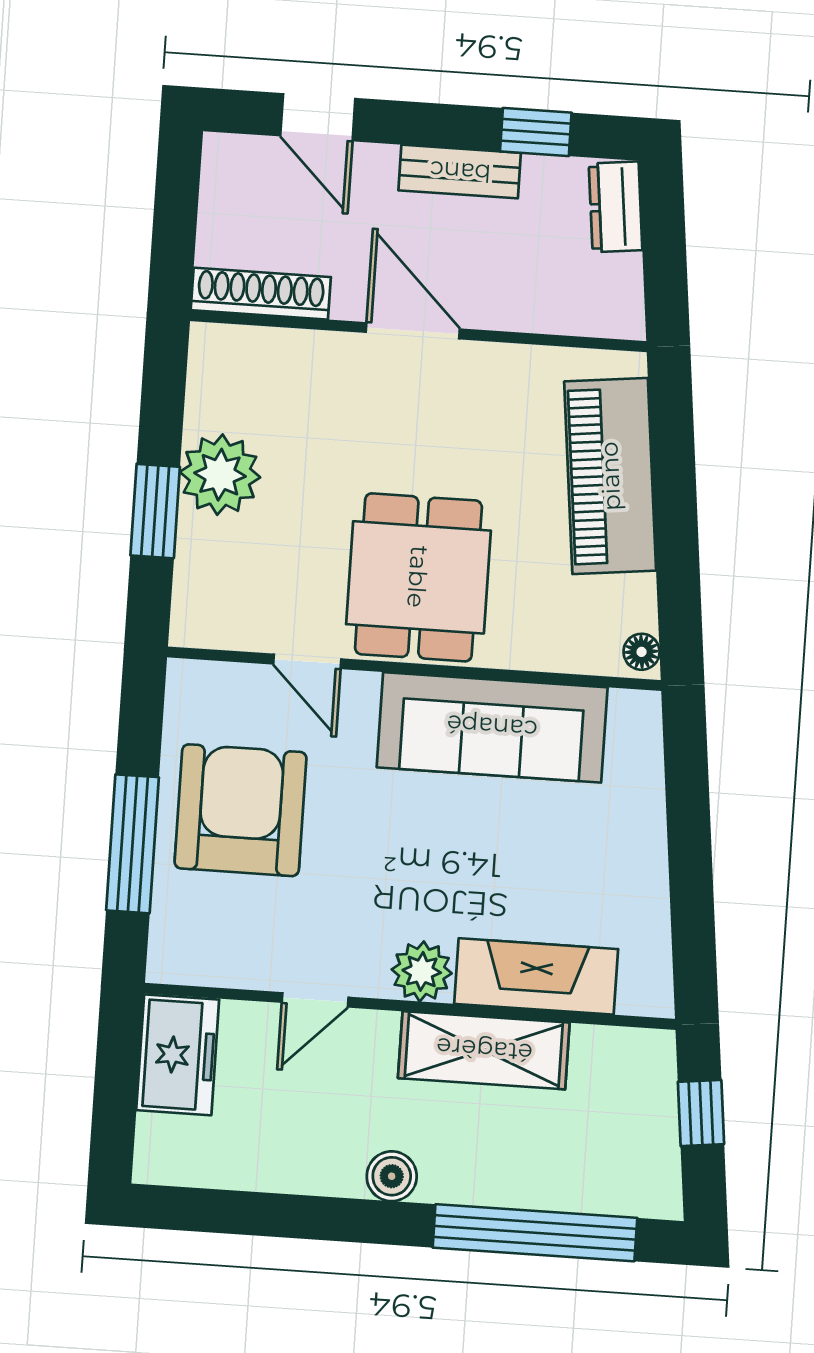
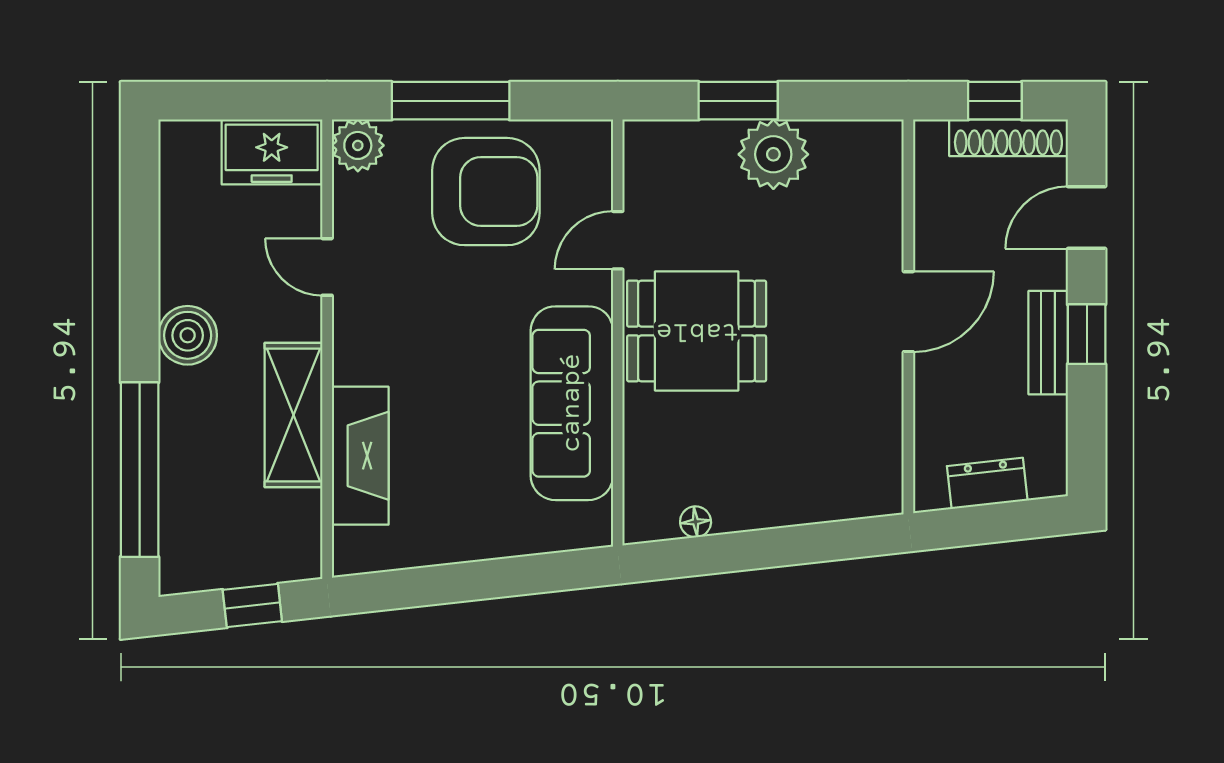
window: (536, 132) -> (1087, 334), moved
dresser: (616, 207) -> (987, 483), moved
window: (175, 214) -> (995, 101), added
shoe rack: (261, 294) -> (1008, 138), moved, turned 90
piano: (610, 476) -> (795, 490), removed
floor lamp: (642, 652) -> (696, 522), moved
plant: (422, 971) -> (358, 145), moved
boiler: (392, 1176) -> (188, 335), width x1.36, depth x1.36

